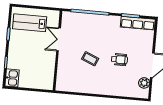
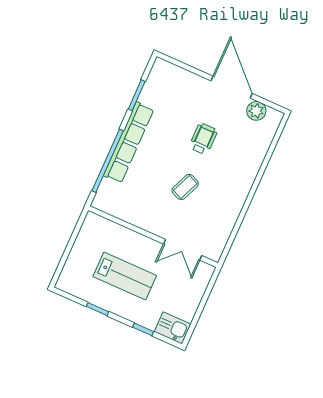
lab bench: (30, 23) -> (125, 276), moved, turned -90
row of seats: (138, 23) -> (129, 143), moved, width x1.36
double door: (59, 39) -> (183, 250), moved

